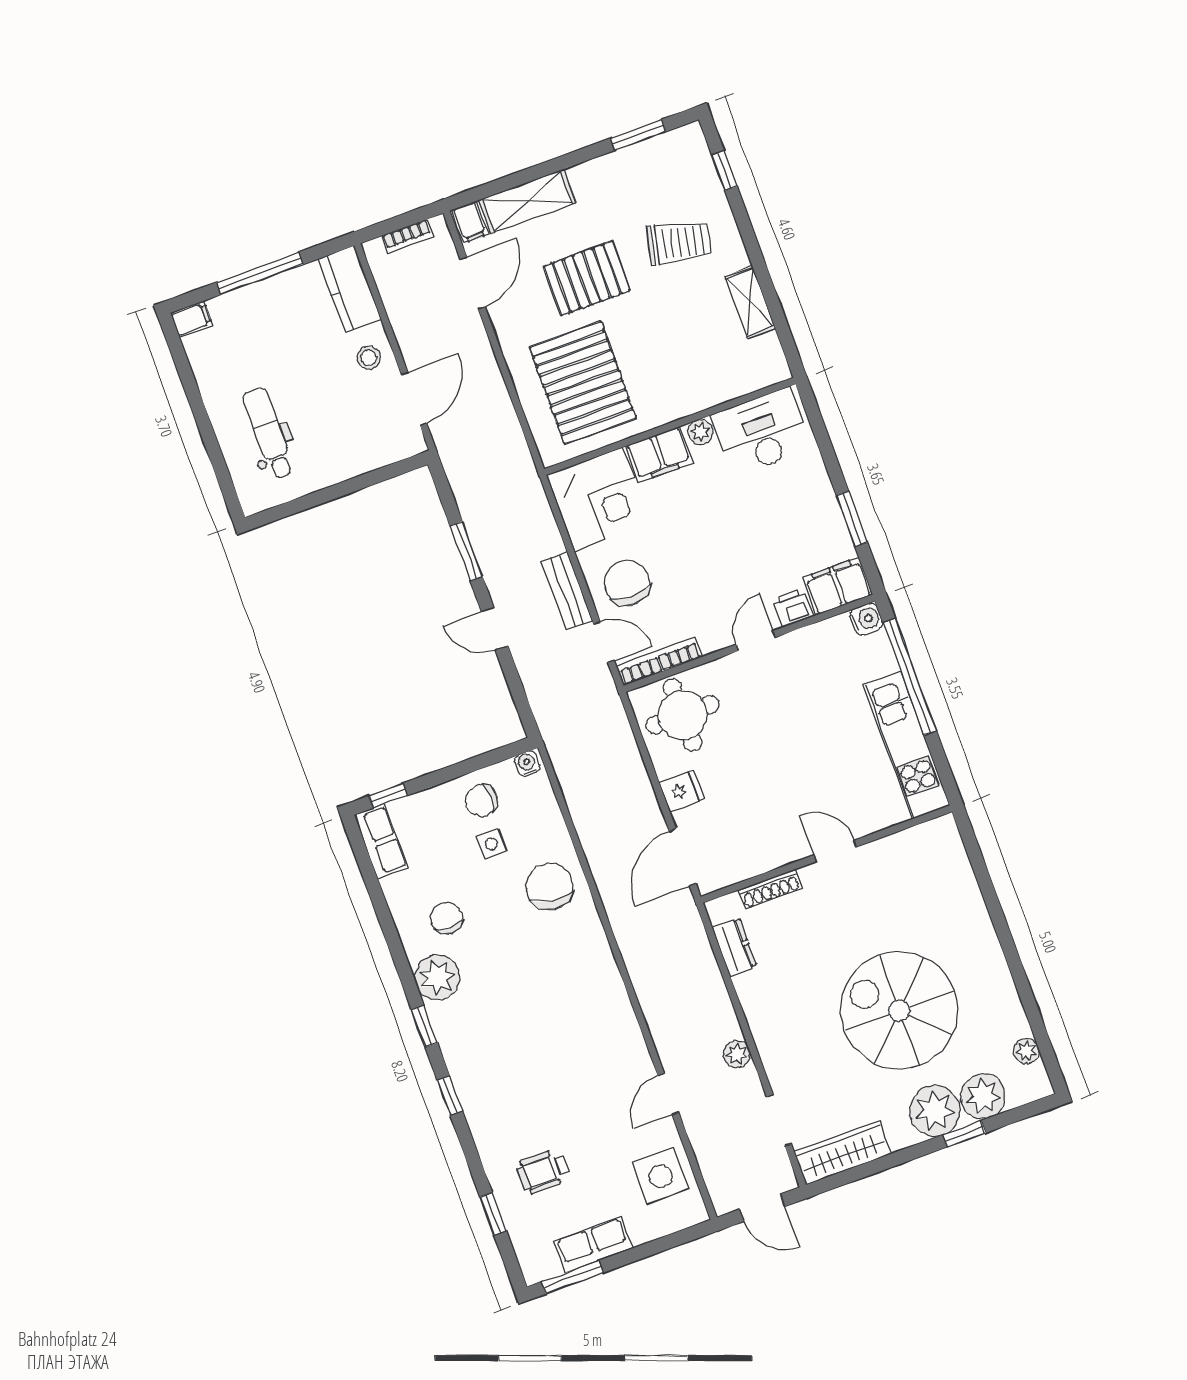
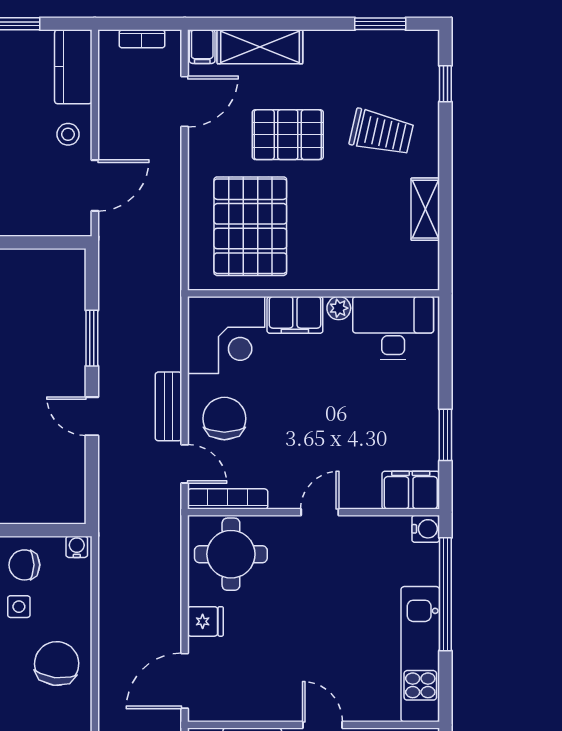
printer: (793, 608) -> (364, 495), removed

